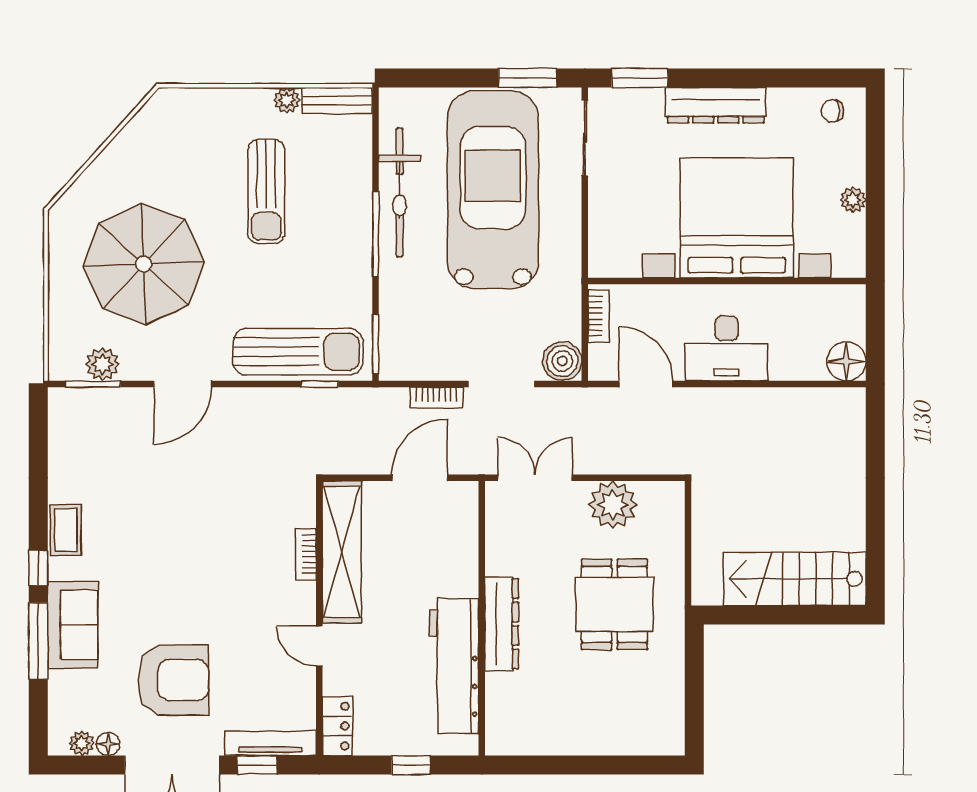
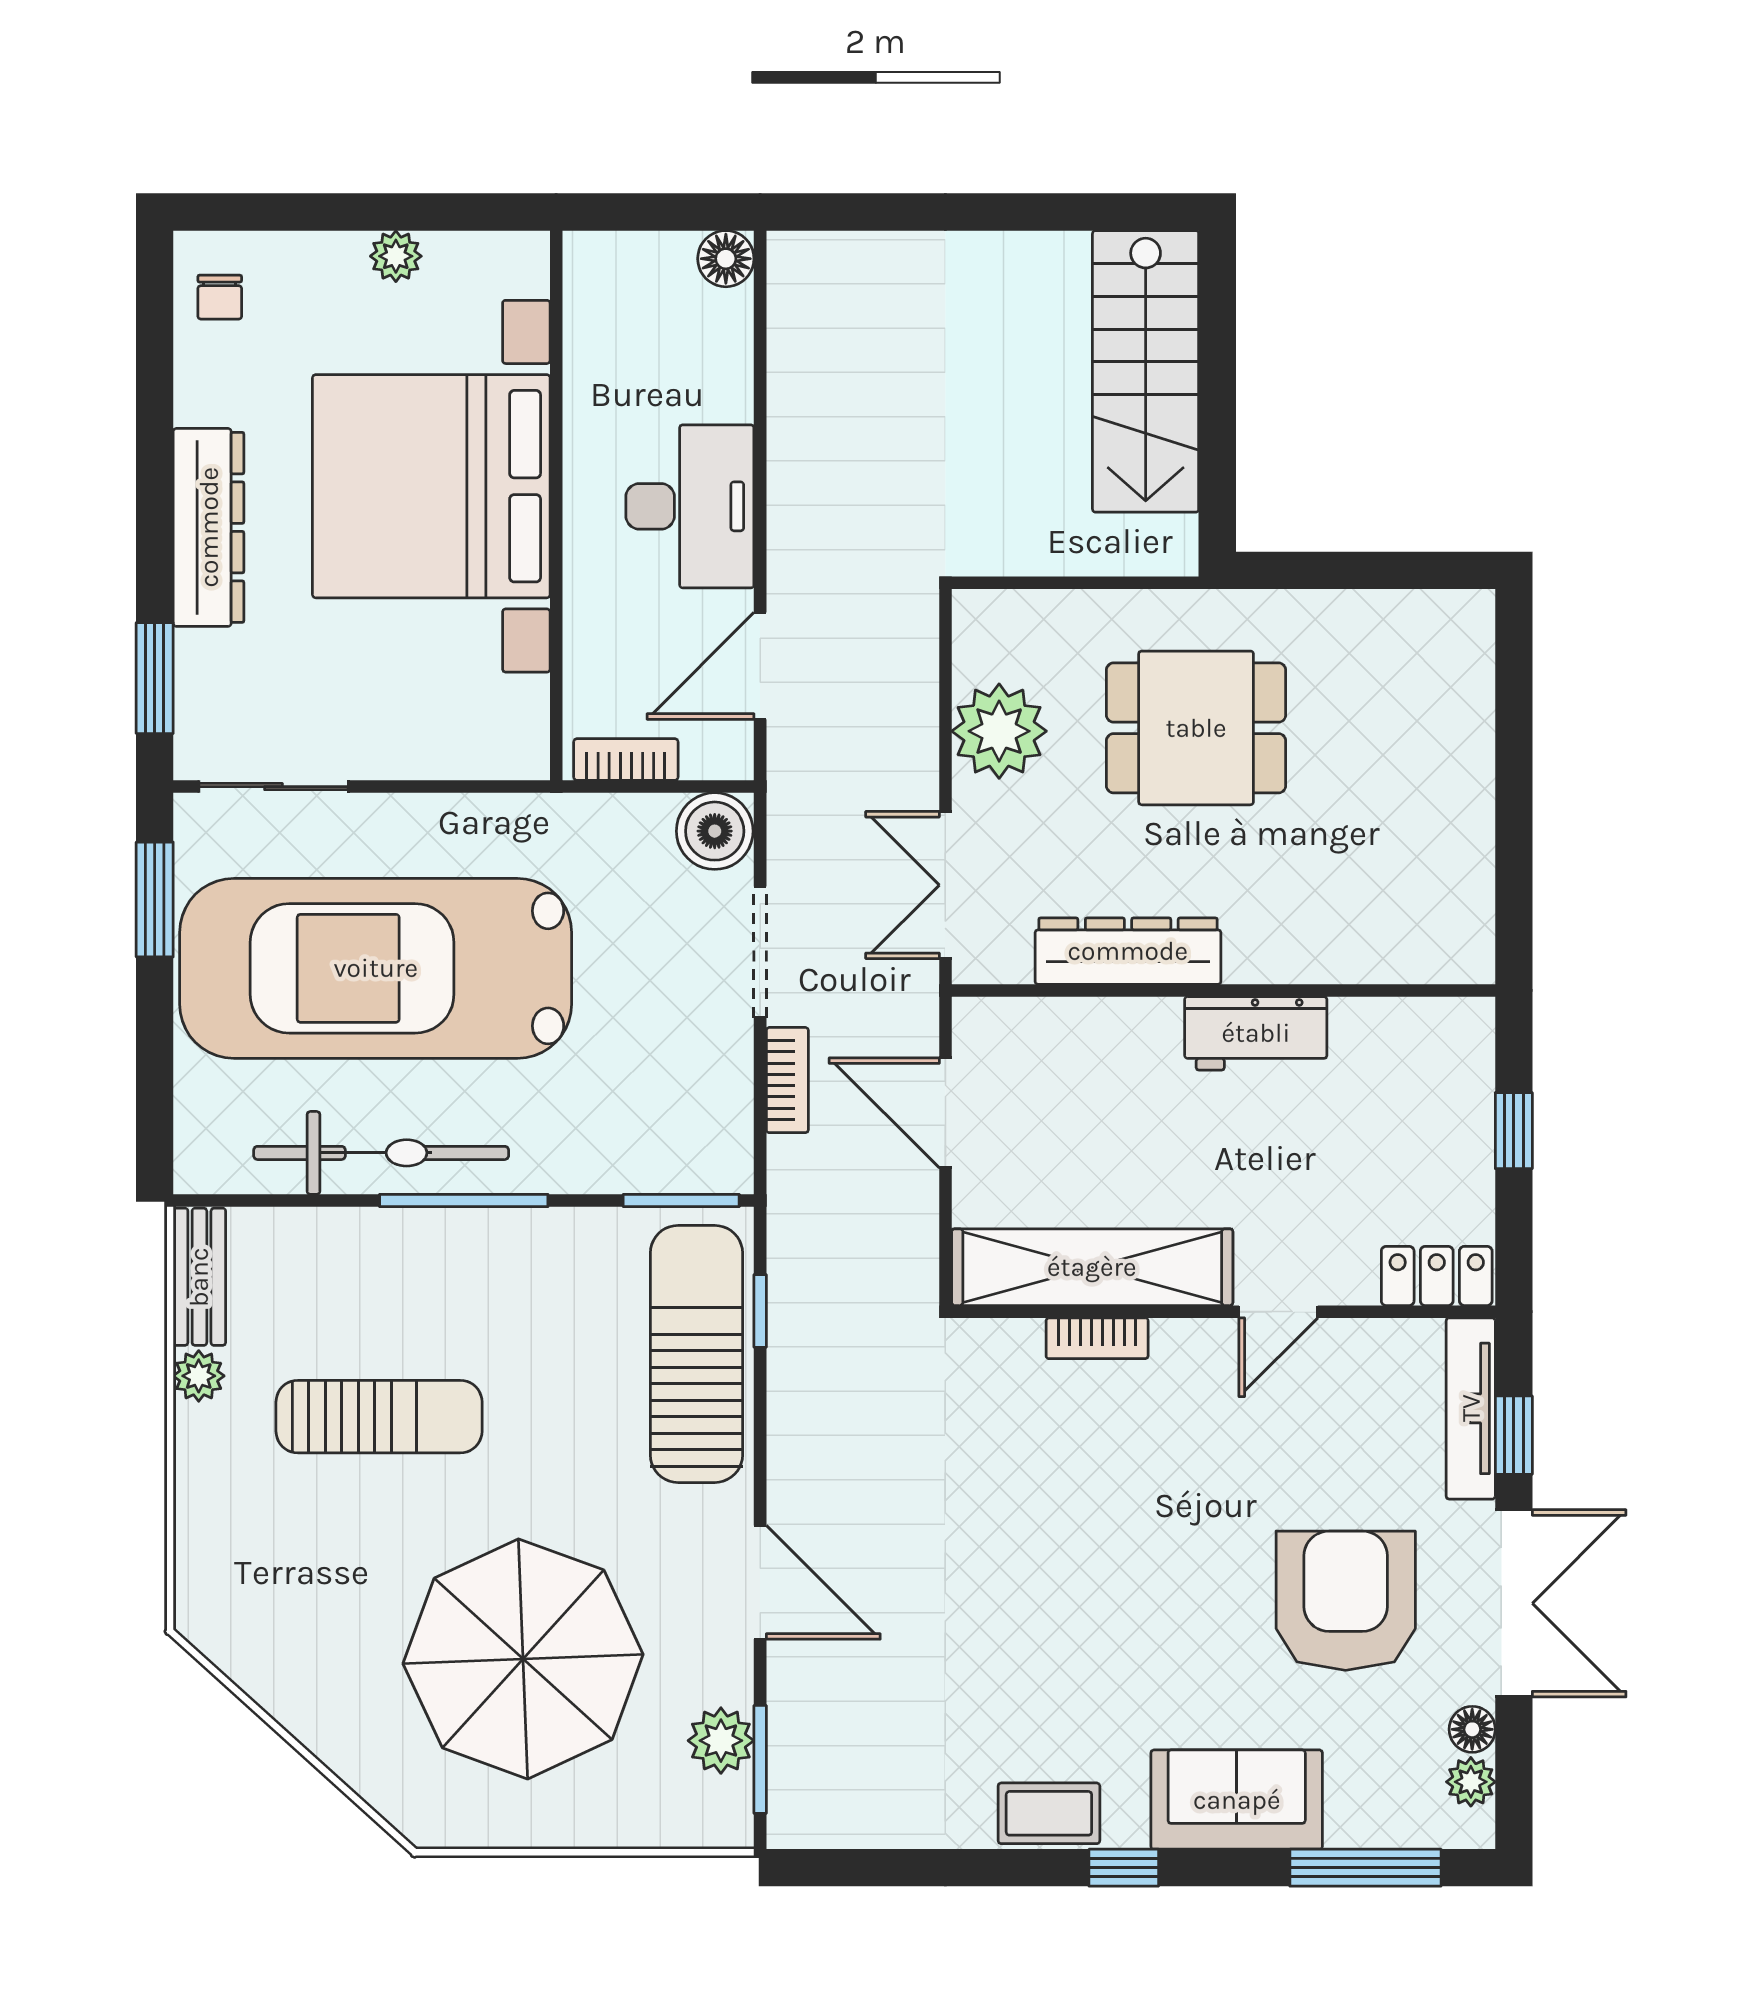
floor lamp: (846, 361) -> (726, 259), width x0.73, depth x0.73
dresser: (502, 624) -> (1128, 951), moved
window: (38, 641) -> (1365, 1868), moved
workbench: (454, 666) -> (1256, 1033), width x0.53, depth x0.76

